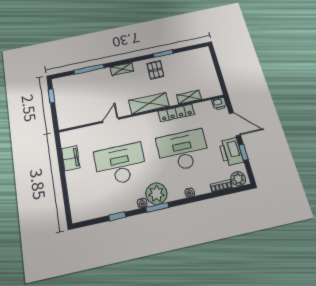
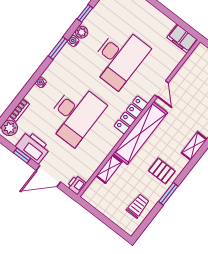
trolley: (189, 61) -> (138, 206), added
shelving: (149, 103) -> (140, 133), width x1.47
locker: (176, 113) -> (131, 115), moved
filing cabinet: (71, 158) -> (182, 39), moved
plant: (156, 194) -> (82, 32), moved, width x0.53, depth x0.53

